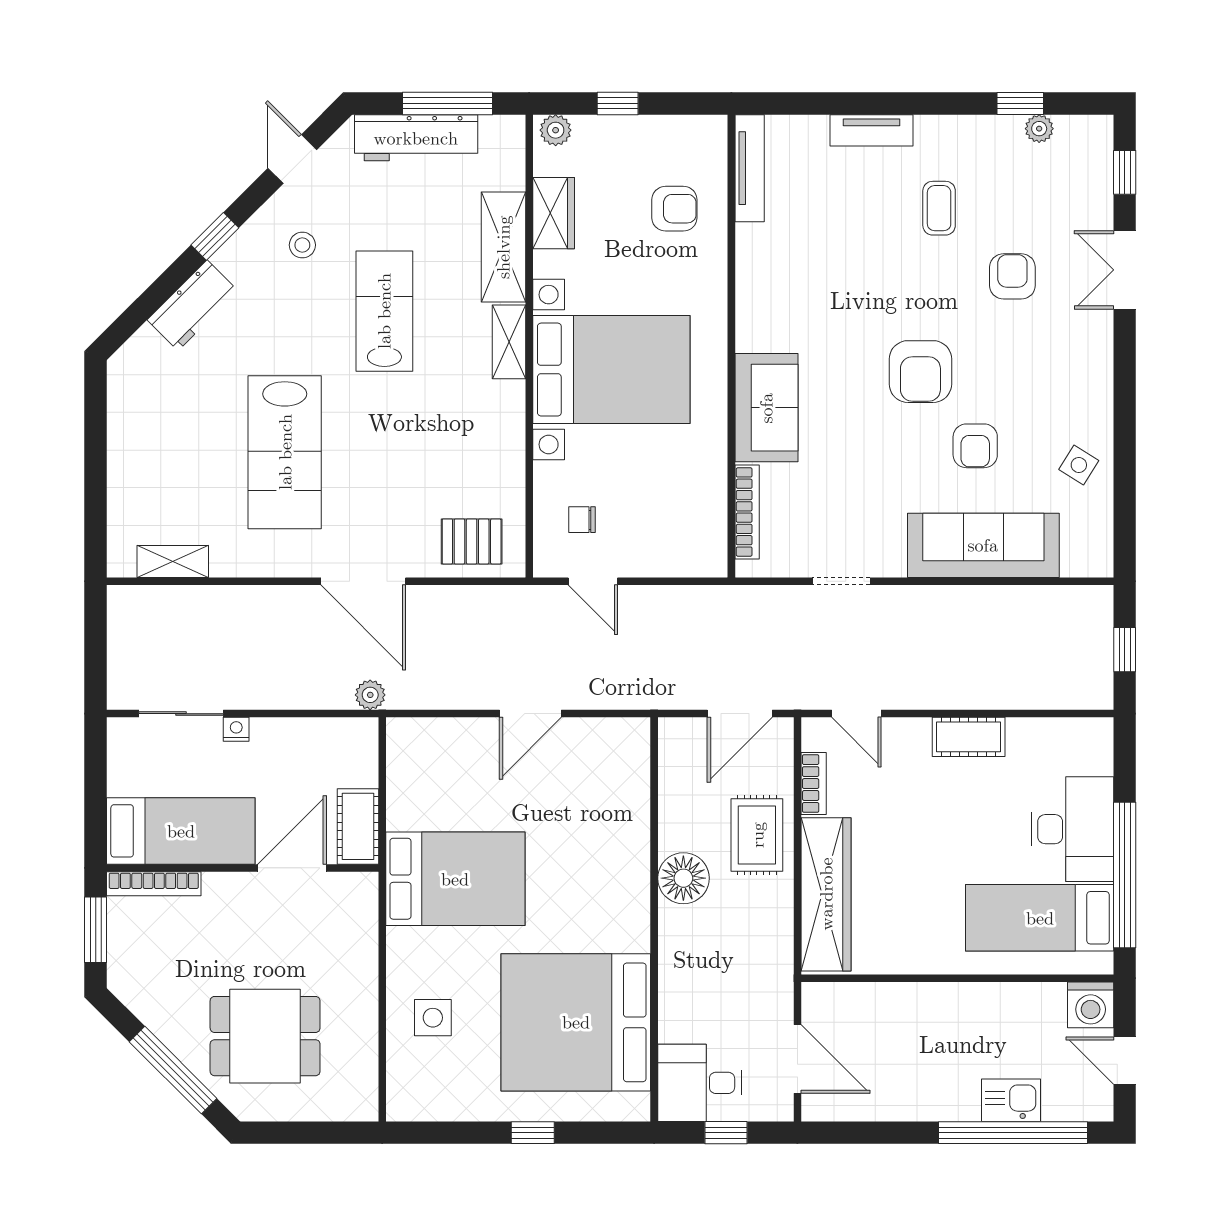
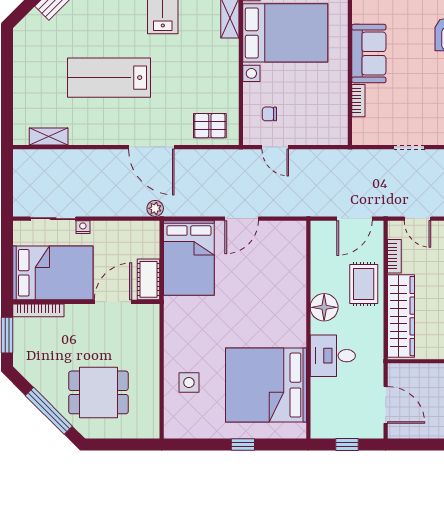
lab bench: (285, 452) -> (109, 78), turned 90
bookcase: (747, 512) -> (358, 101), width x0.64
bed: (181, 831) -> (53, 273), width x1.50
bed: (455, 879) -> (189, 258), moved, turned 90
desk: (700, 1083) -> (333, 356), moved

